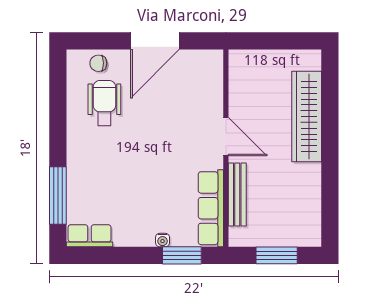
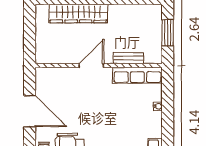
bench: (237, 195) -> (129, 58), width x0.73
window: (182, 255) -> (168, 94), removed

